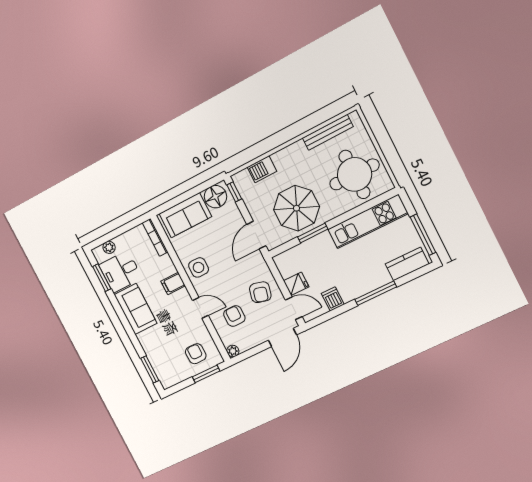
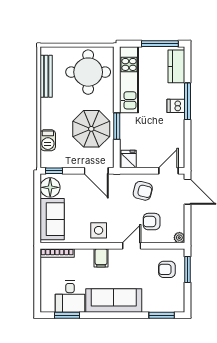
plant: (109, 247) -> (46, 296), removed
fridge: (296, 284) -> (129, 159), moved
dishwasher: (333, 299) -> (176, 106), moved
sofa: (136, 309) -> (114, 300), width x1.36

